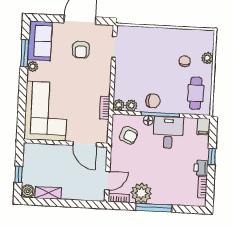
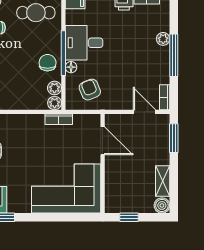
plant: (33, 66) -> (14, 207), removed
armchair: (129, 135) -> (90, 90), turned -44
door: (85, 144) -> (103, 141), hinge flipped
window: (18, 174) -> (129, 217), moved
plant: (141, 193) -> (163, 39), moved, width x0.53, depth x0.53
window: (84, 204) -> (174, 138), added

